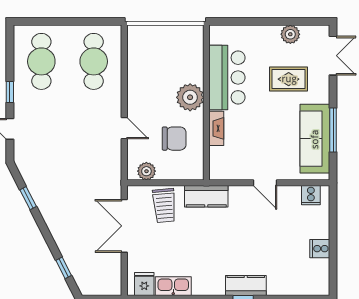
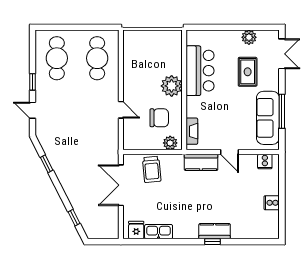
rug: (289, 79) -> (248, 72), turned 90
fireplace: (216, 128) -> (192, 131), moved
plant: (146, 171) -> (170, 143), moved
kitchen counter: (206, 196) -> (201, 162), moved

